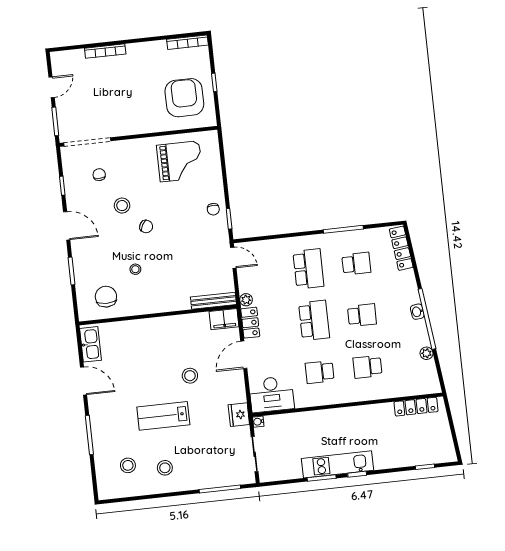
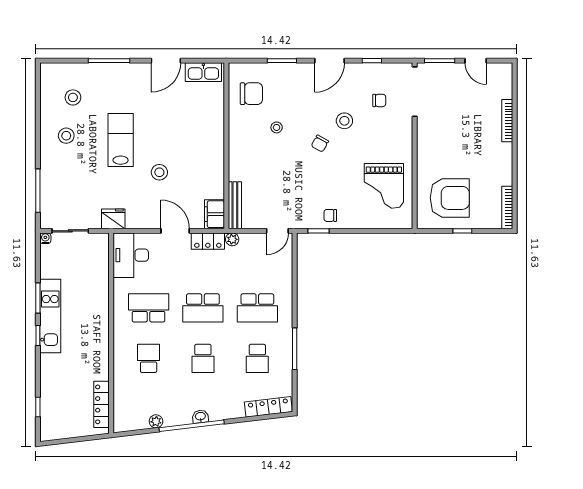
school desk: (320, 372) -> (149, 308), width x1.85
water cooler: (258, 422) -> (45, 238), moved

